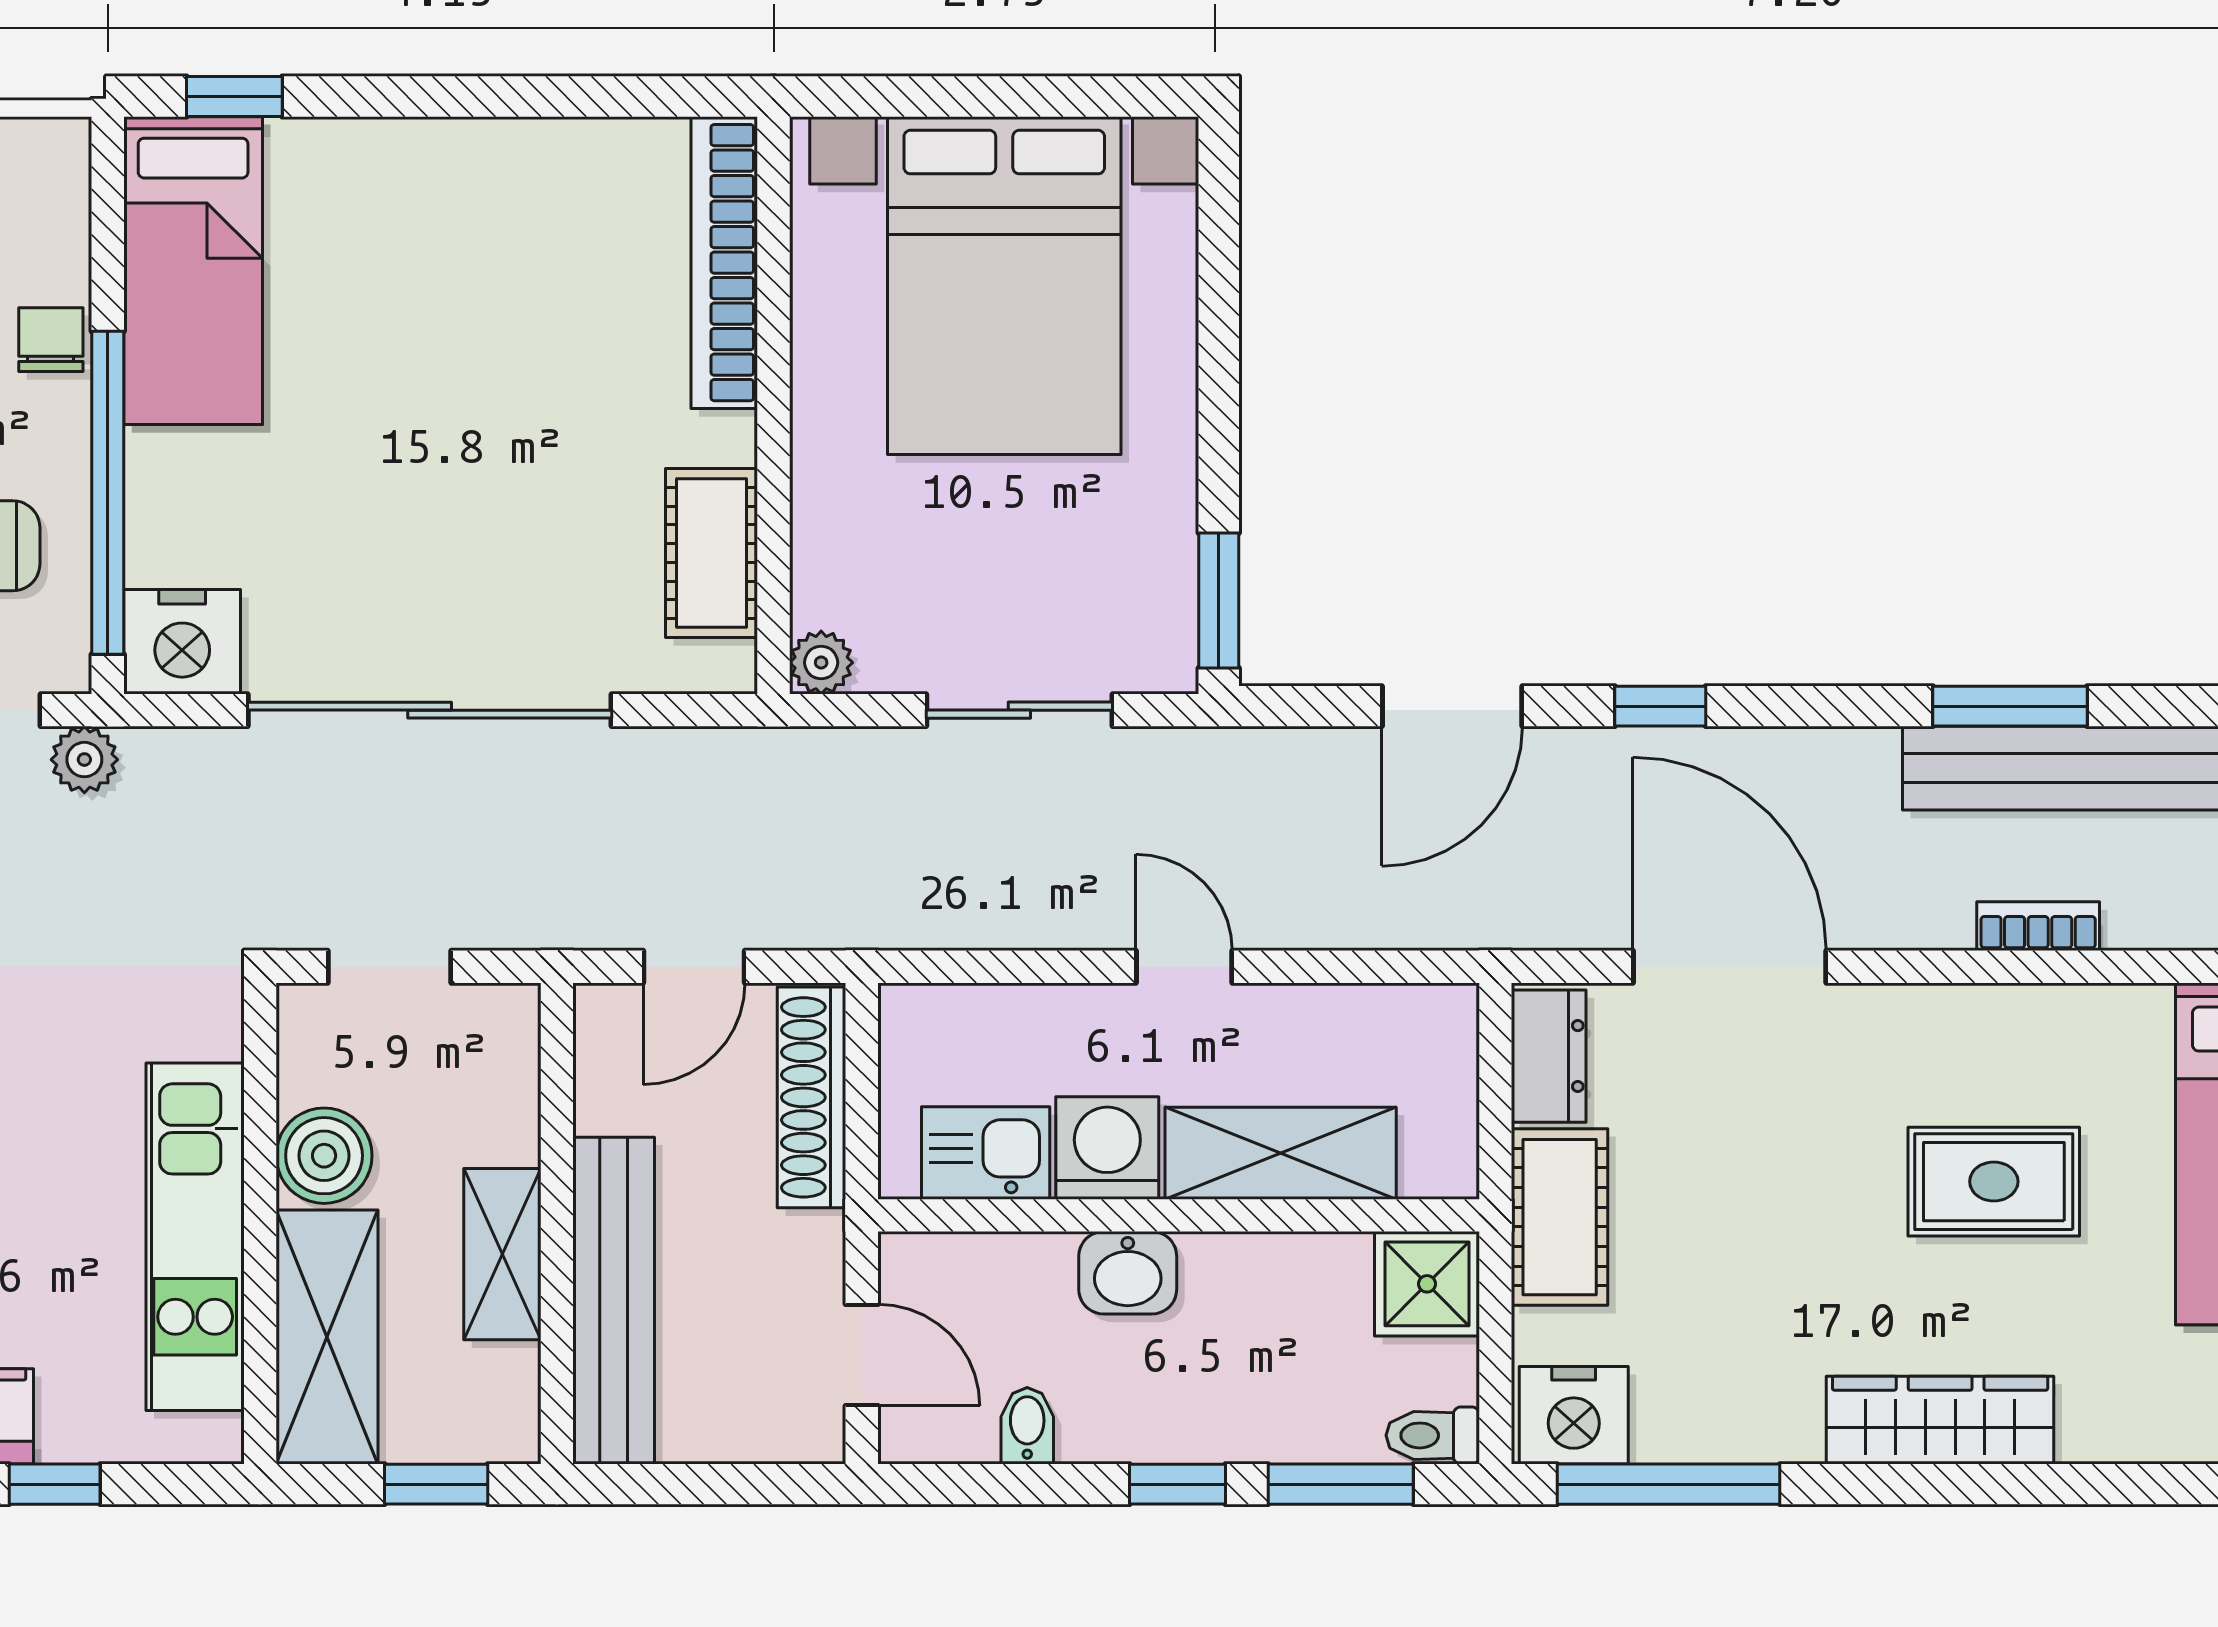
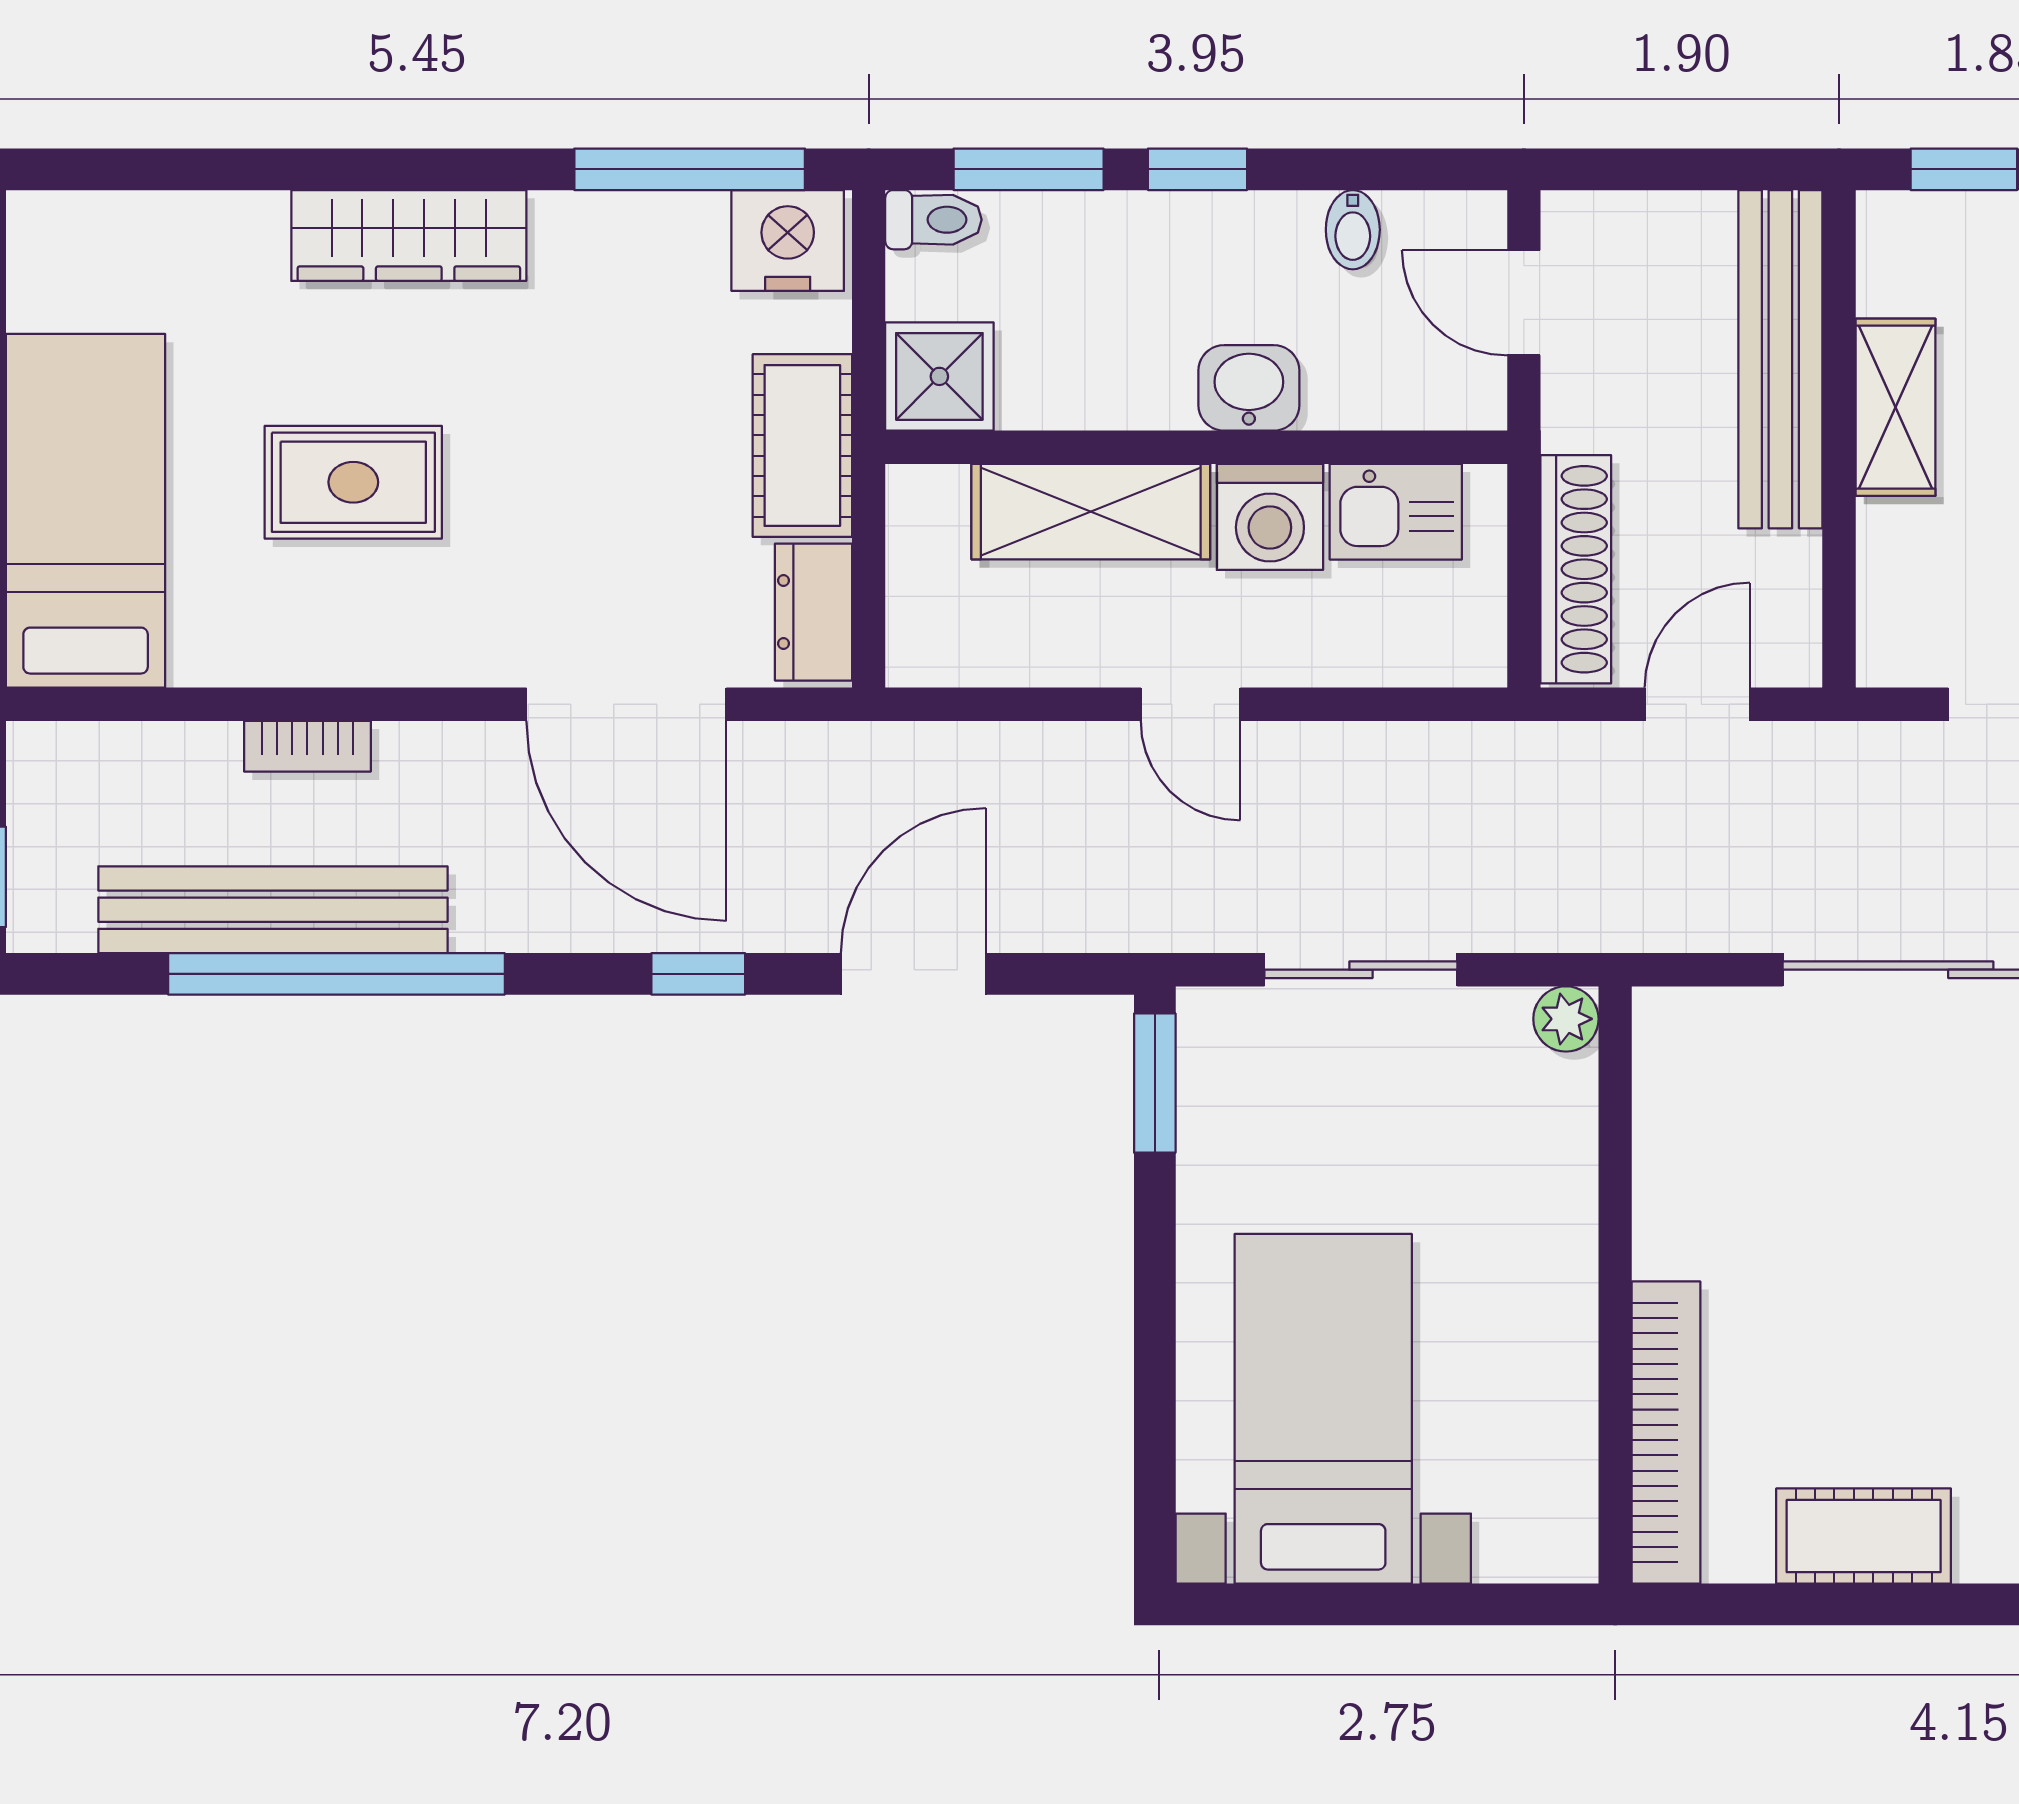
bed with nightstands: (1004, 286) -> (1323, 1409), width x0.73
cot: (712, 553) -> (1864, 1536), moved, turned 90
window: (2010, 706) -> (336, 974), width x2.11

